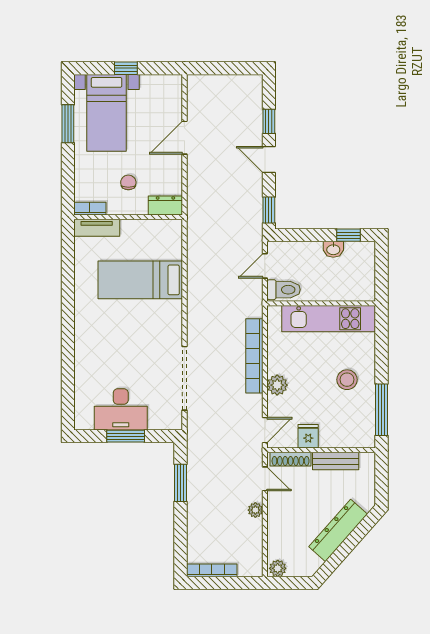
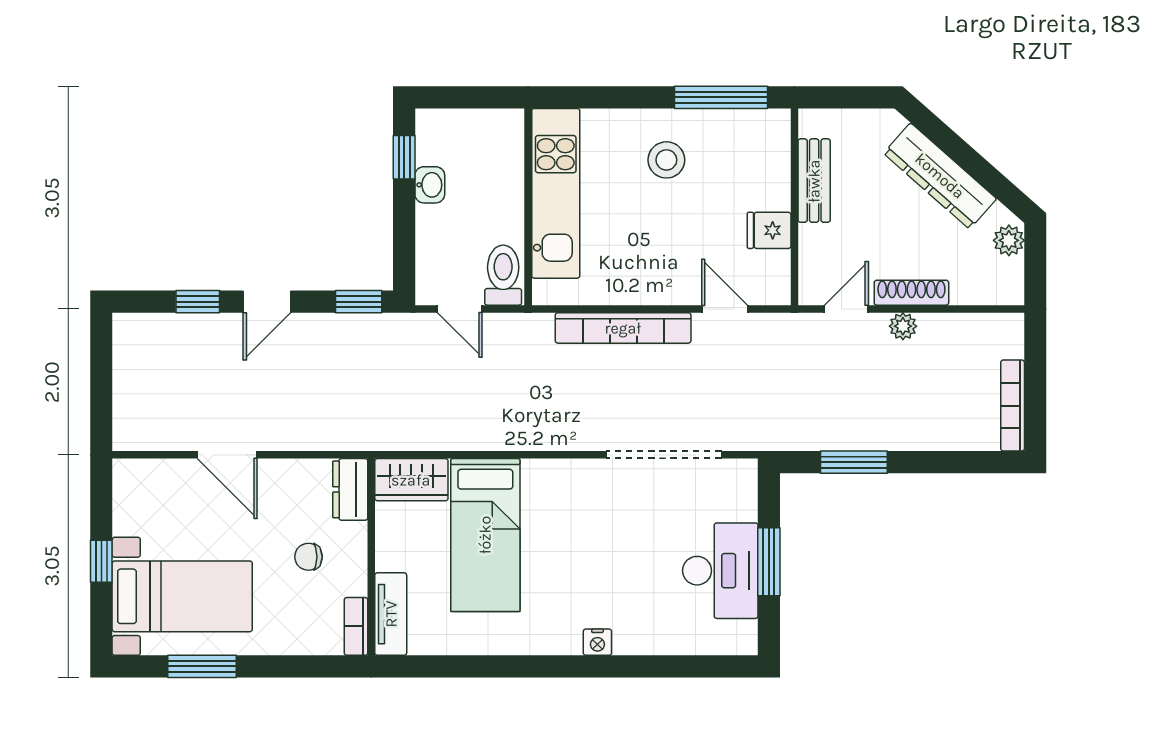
wardrobe: (171, 239) -> (411, 480), added
nightstand: (81, 342) -> (597, 642), added
plant: (277, 385) -> (676, 287), removed
door: (265, 430) -> (725, 309), moved
shoe rack: (291, 459) -> (911, 293), moved, turned -90
plant: (278, 568) -> (1009, 240), moved

